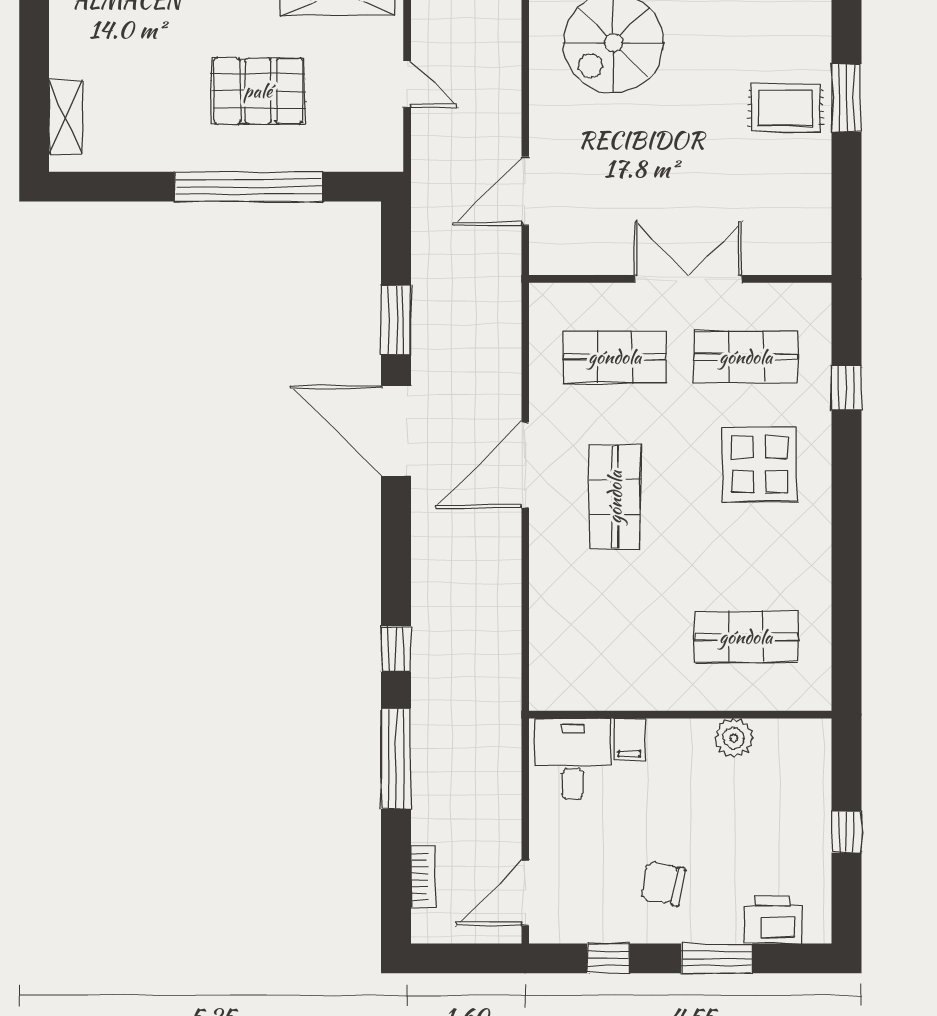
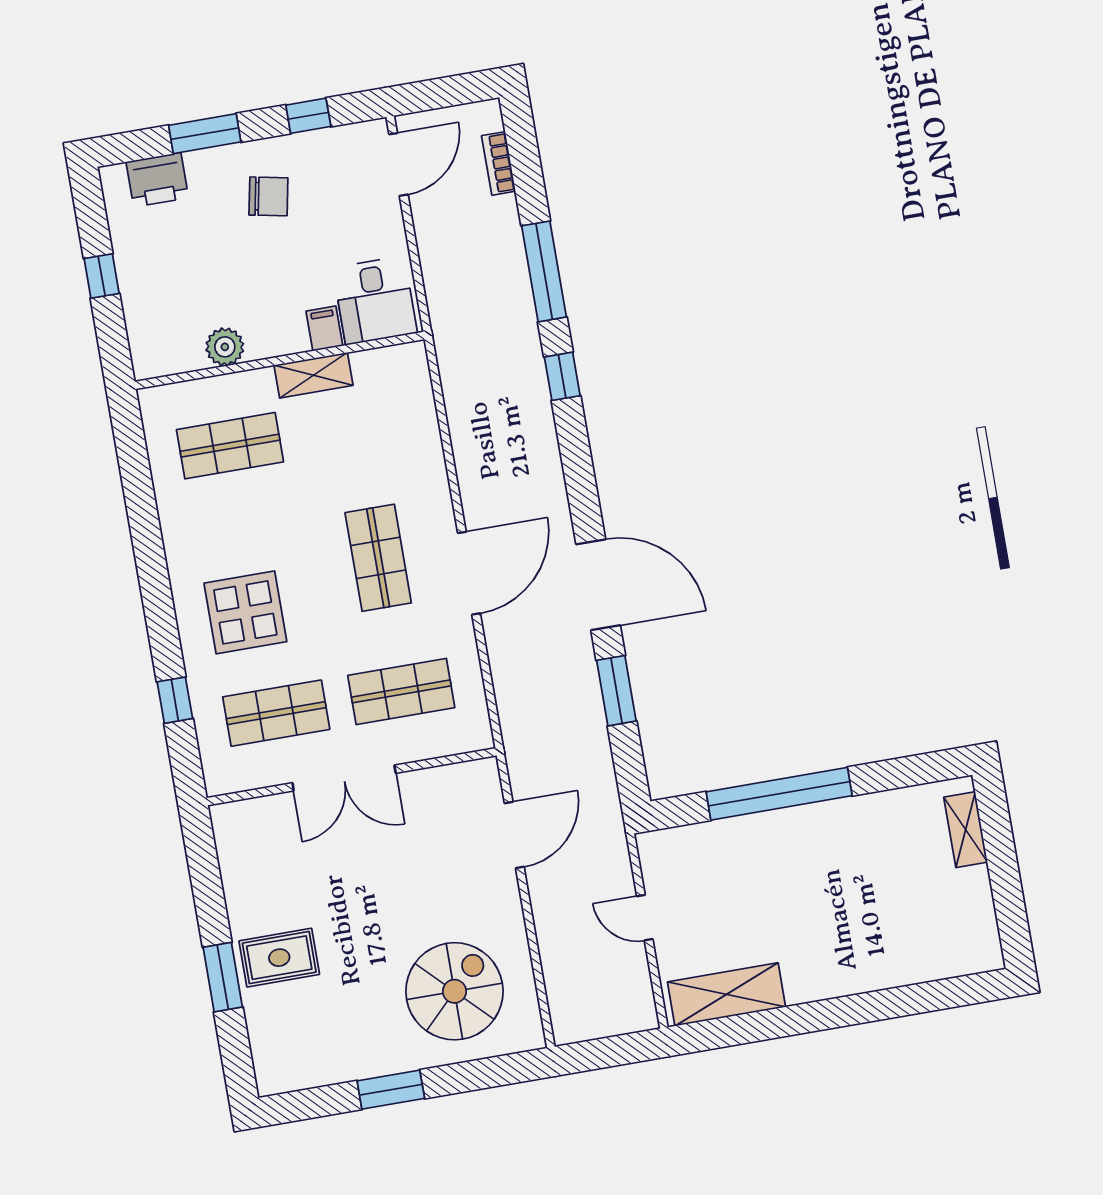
pallet: (258, 91) -> (786, 887), removed
shelving: (649, 694) -> (314, 375), added

